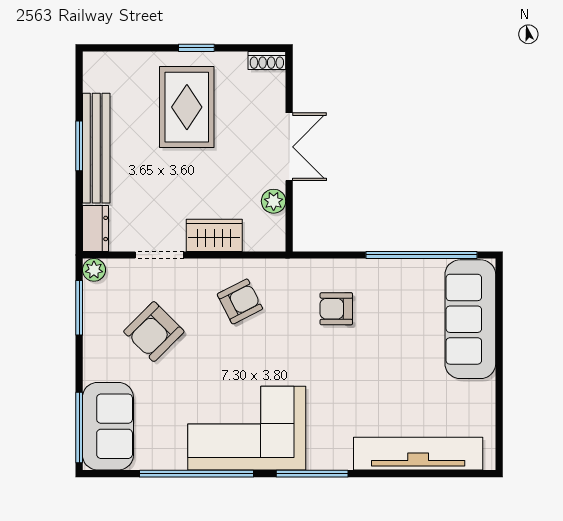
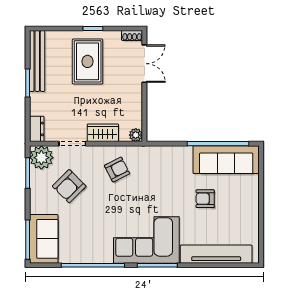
double door: (289, 147) -> (144, 64), moved
bench: (96, 148) -> (37, 61), moved
plant: (274, 201) -> (136, 135), moved
plant: (94, 270) -> (41, 158), width x1.88, depth x1.88
armchair: (336, 309) -> (205, 199), moved
sofa: (470, 319) -> (226, 160), moved, turned -90
corner sofa: (247, 428) -> (146, 240), moved

